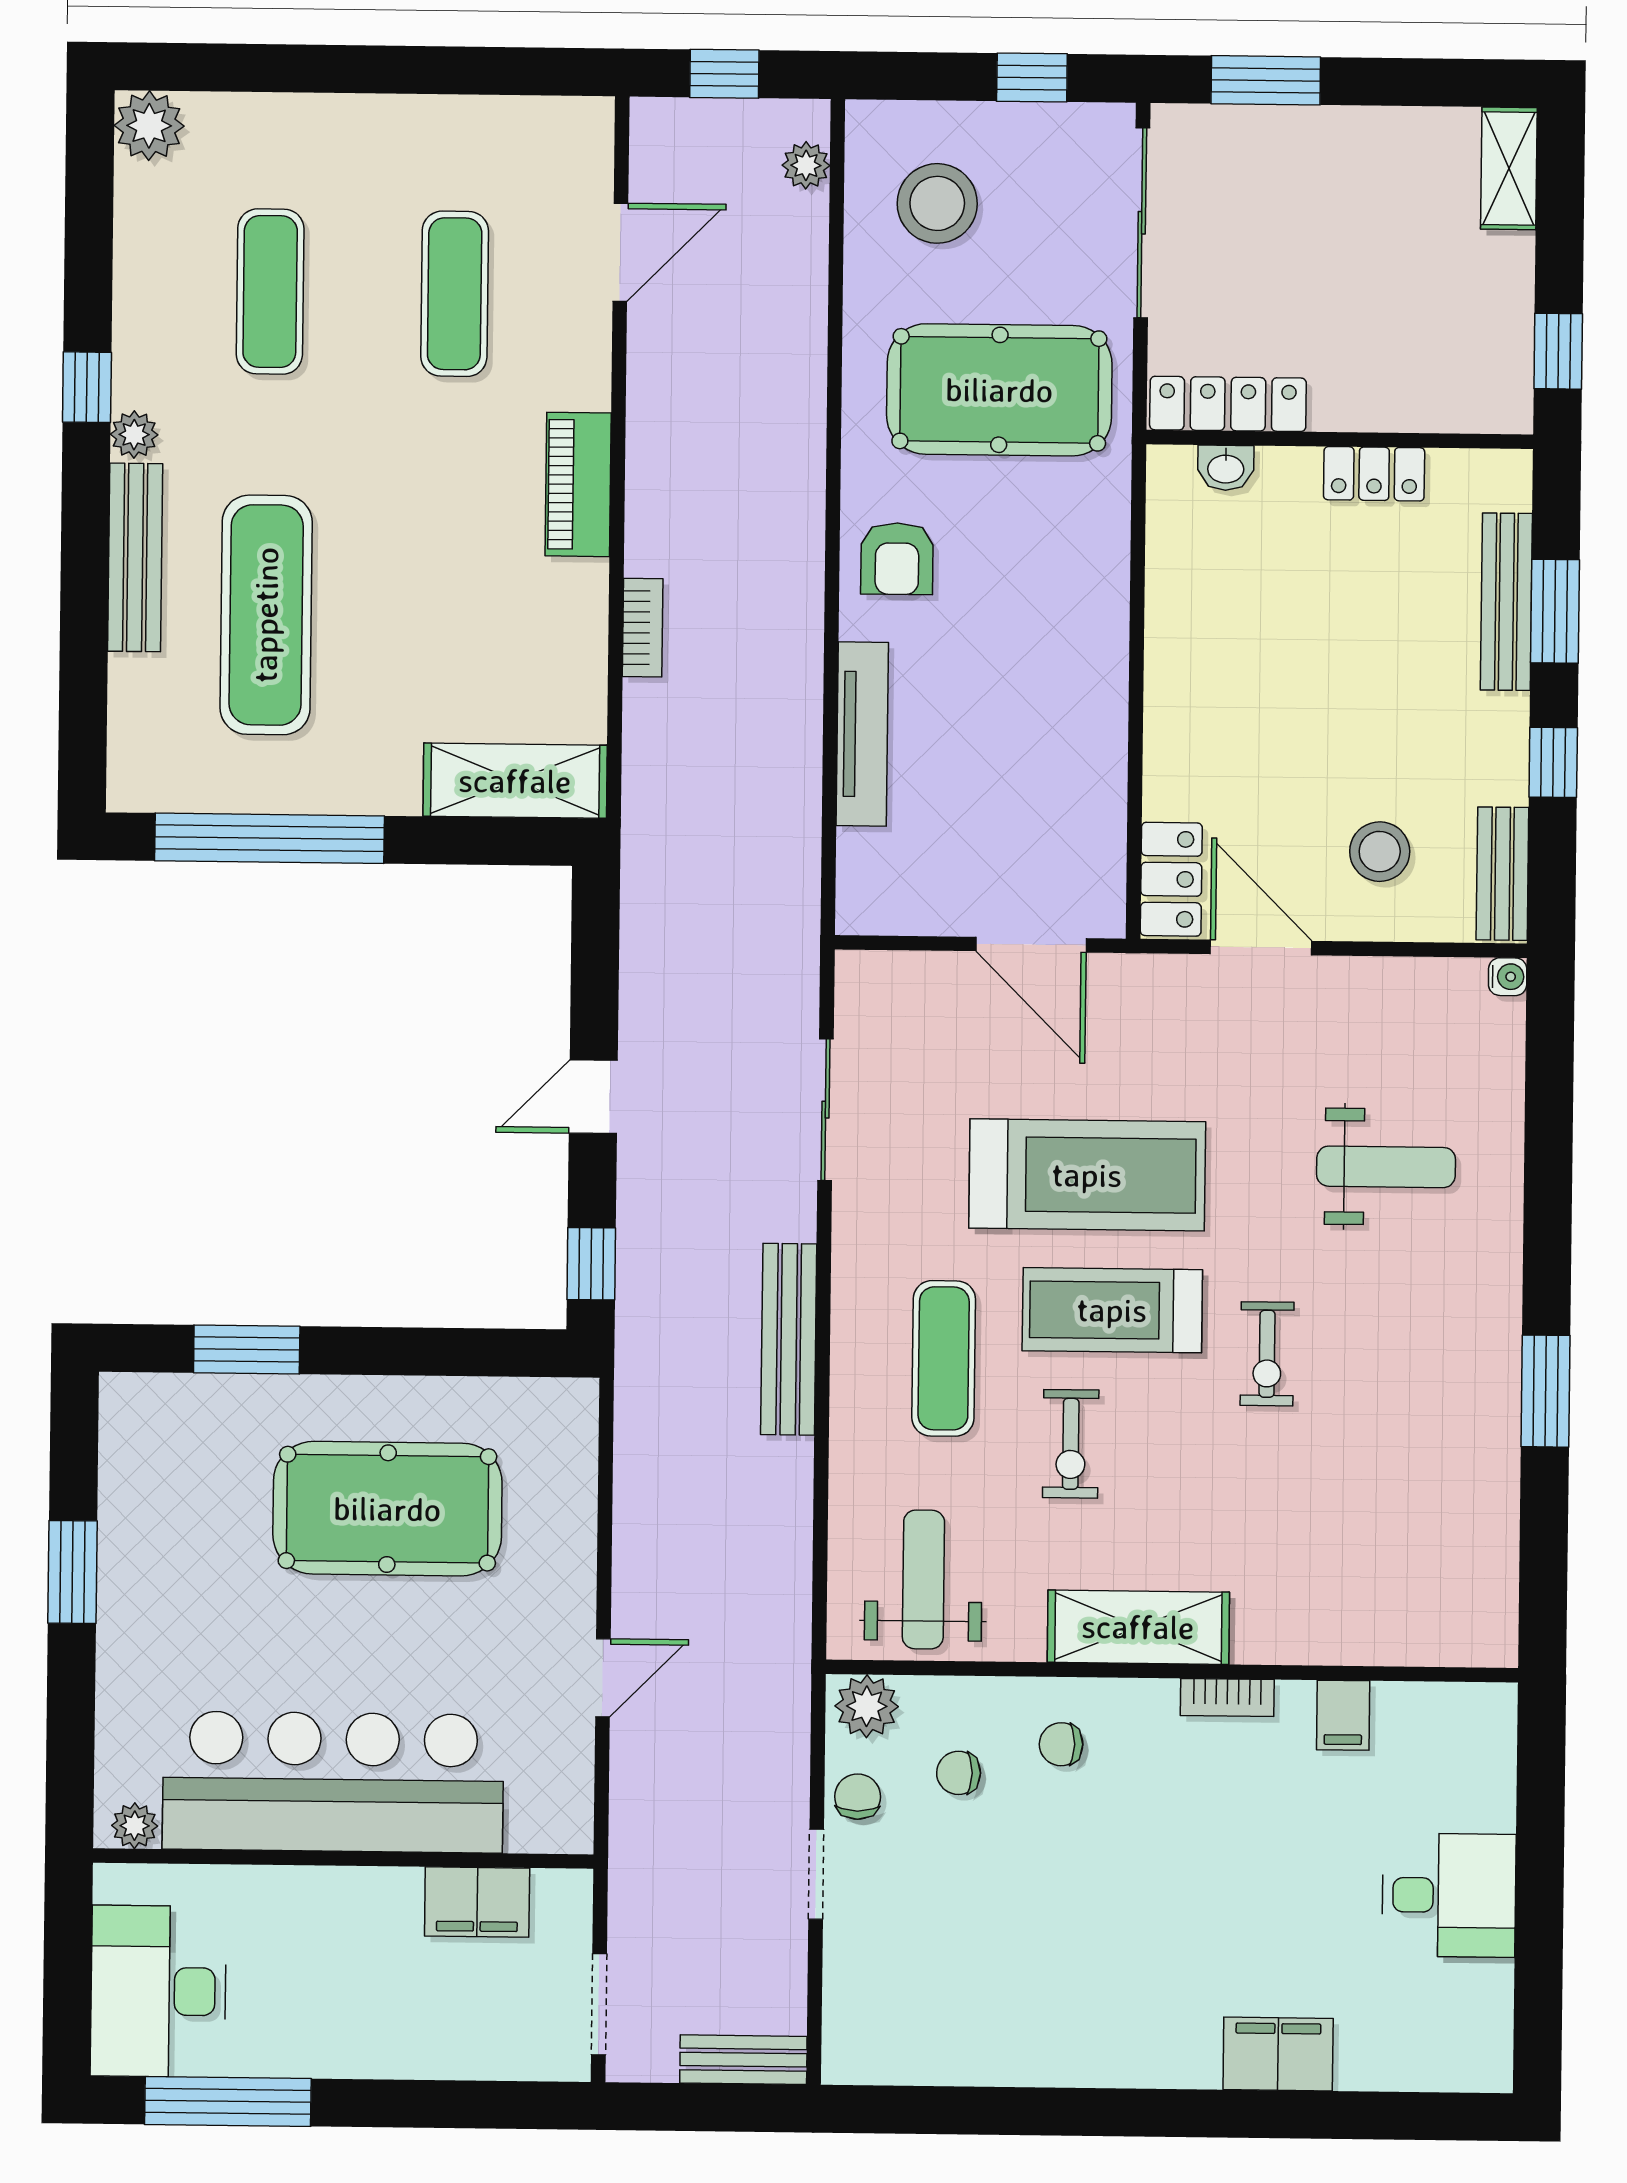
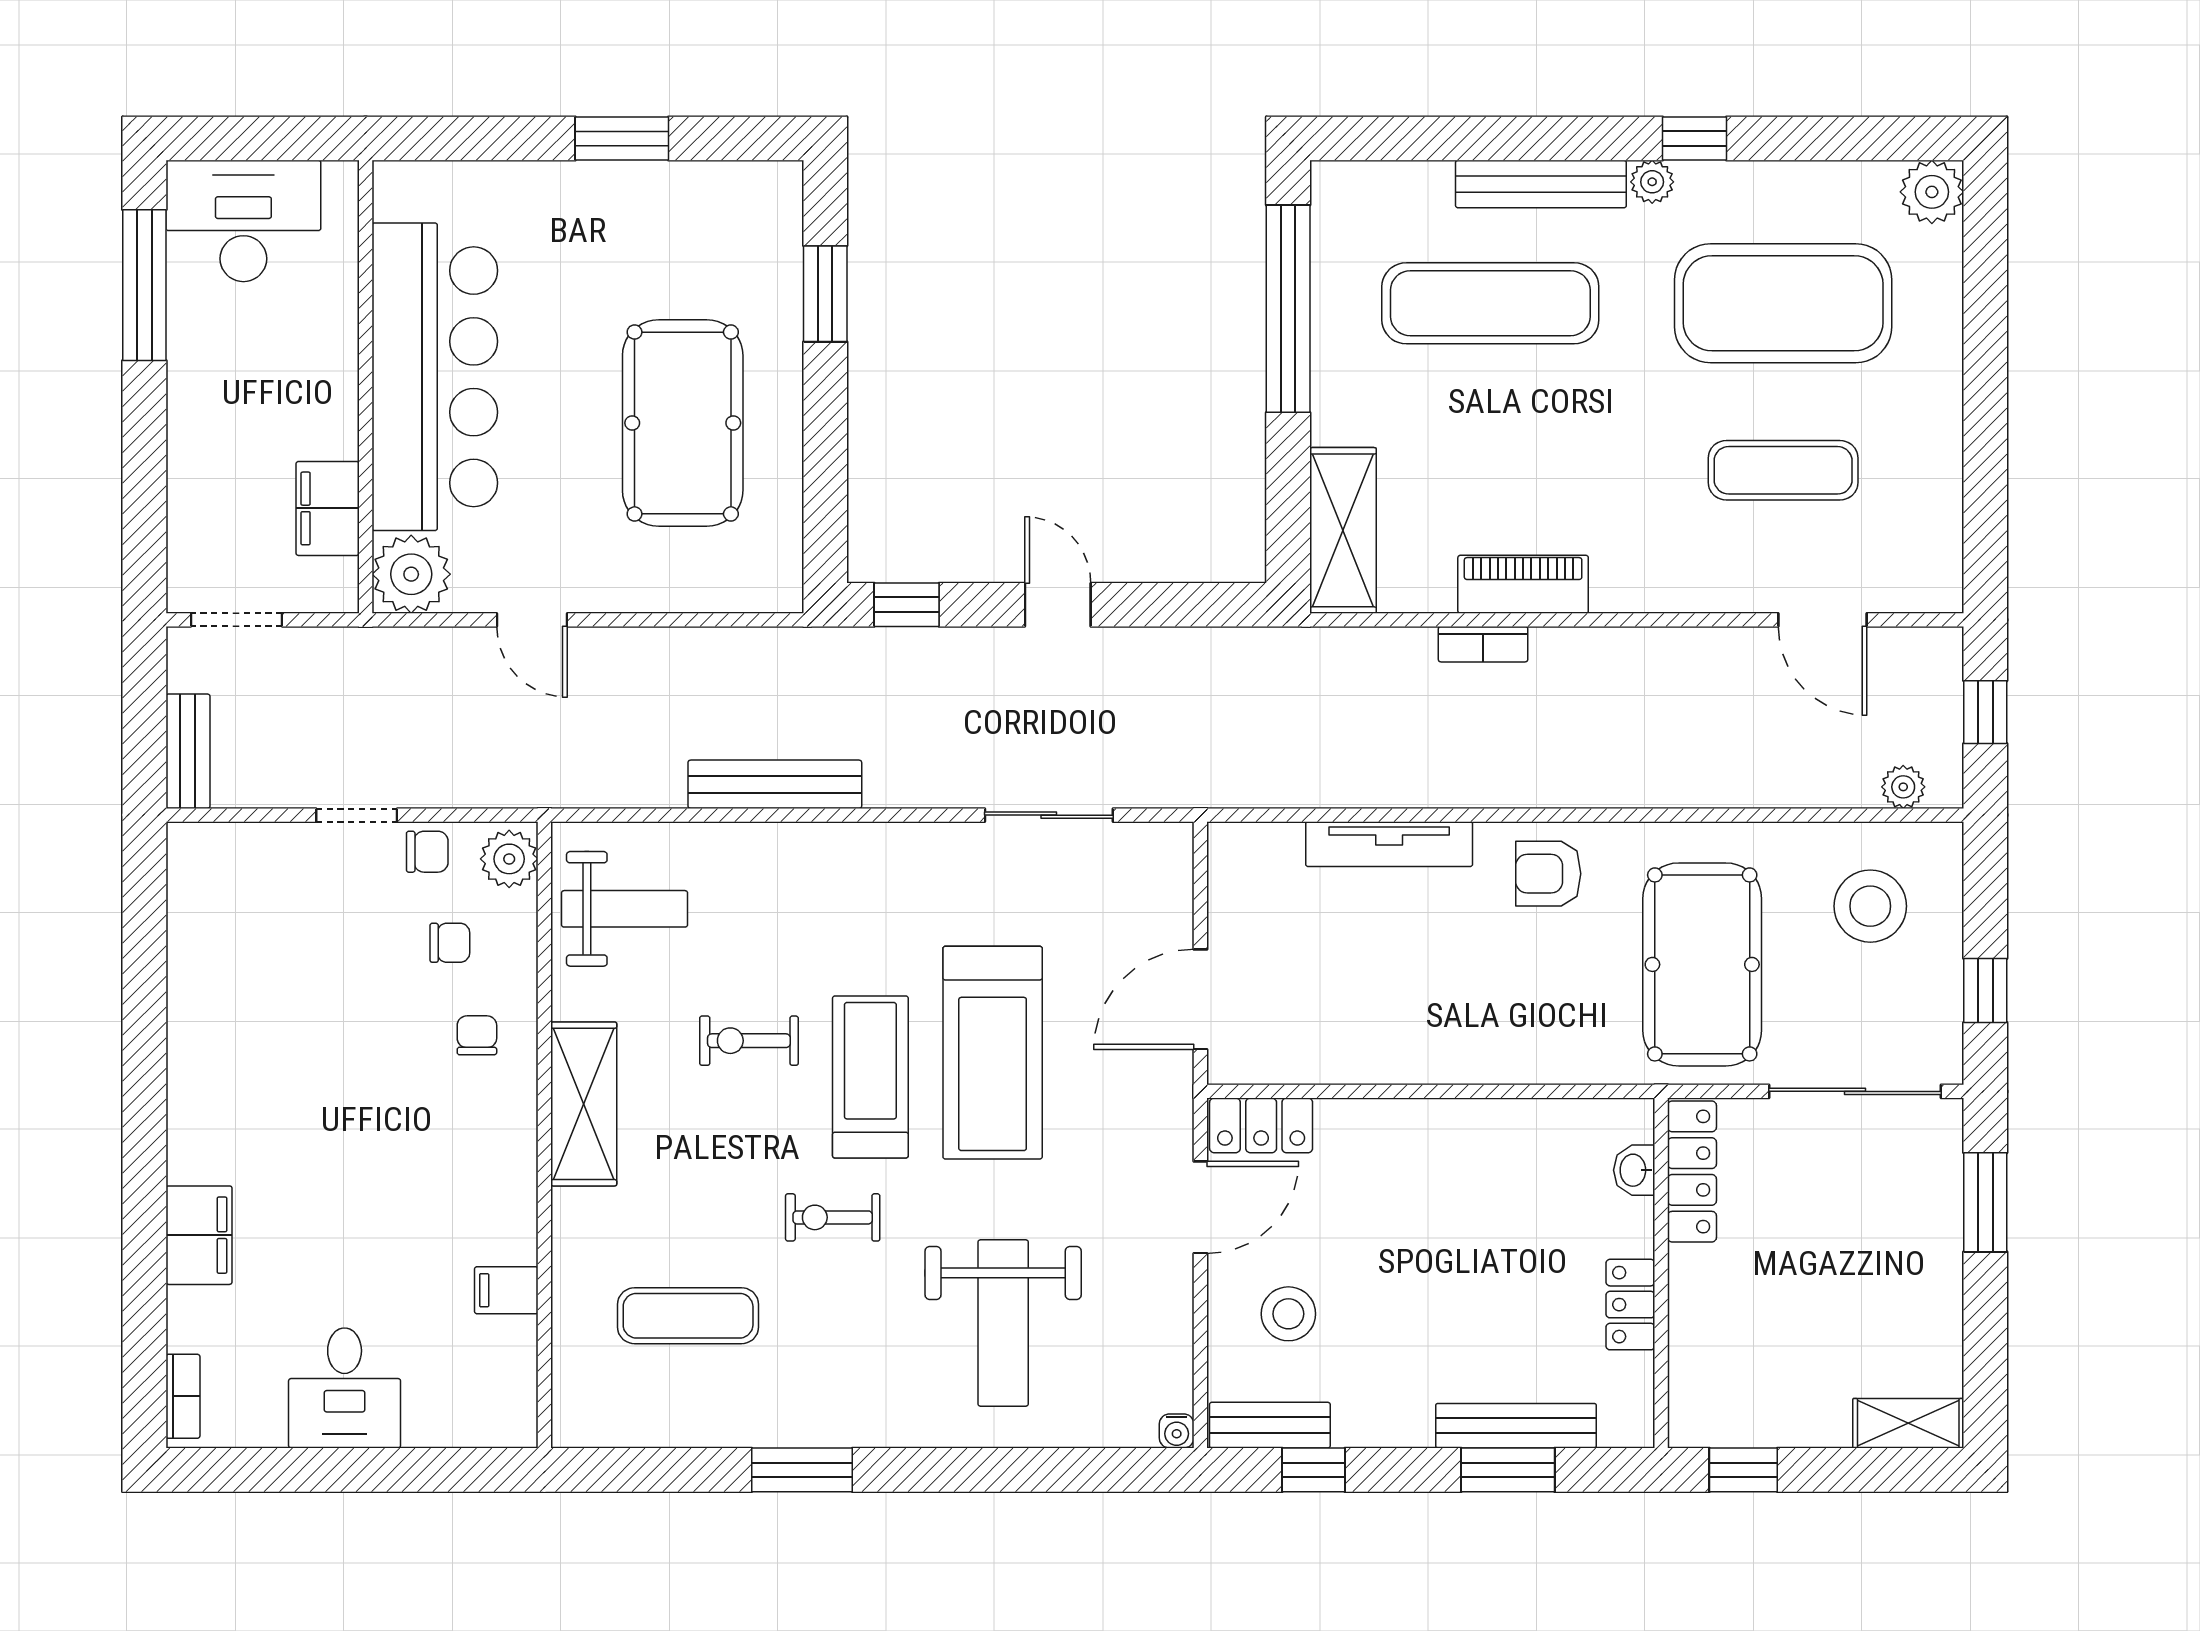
exercise mat: (270, 292) -> (1783, 303), width x2.00, depth x1.45
piano: (578, 484) -> (1523, 584), moved
window: (1553, 762) -> (1314, 1470), moved
weight bench: (1386, 1167) -> (1003, 1323), width x1.36, depth x1.33
bench: (789, 1339) -> (775, 784), moved
exercise mat: (944, 1358) -> (688, 1316), moved
bookcase: (1227, 1698) -> (183, 1396), moved, turned 180
chair: (959, 1773) -> (450, 943), turned 90
plant: (135, 1826) -> (411, 574), moved, width x1.88, depth x1.88

